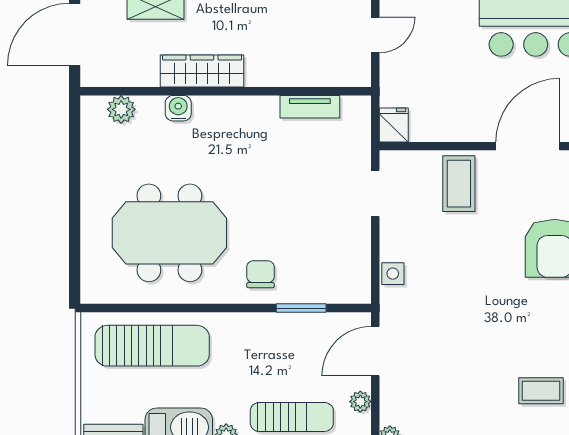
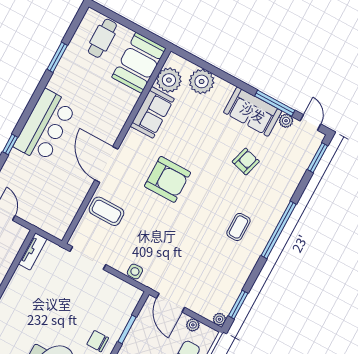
tv unit: (310, 107) -> (33, 251), moved
fridge: (394, 125) -> (57, 229), removed
doorway: (375, 193) -> (88, 258), width x1.38

